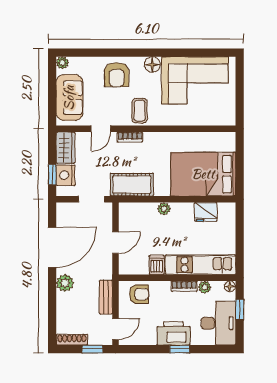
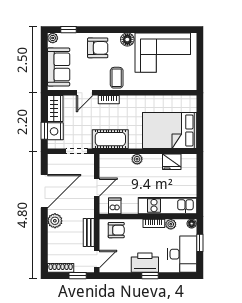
window: (81, 53) -> (68, 30), added
armchair: (117, 75) -> (98, 48), turned -90
dishwasher: (157, 265) -> (115, 206), moved

